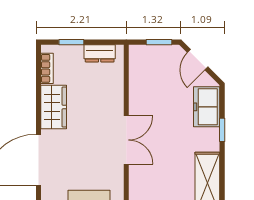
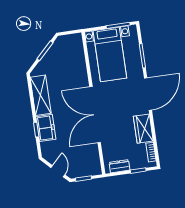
freezer: (207, 107) -> (46, 128), moved
double door: (126, 140) -> (95, 115), width x1.87

